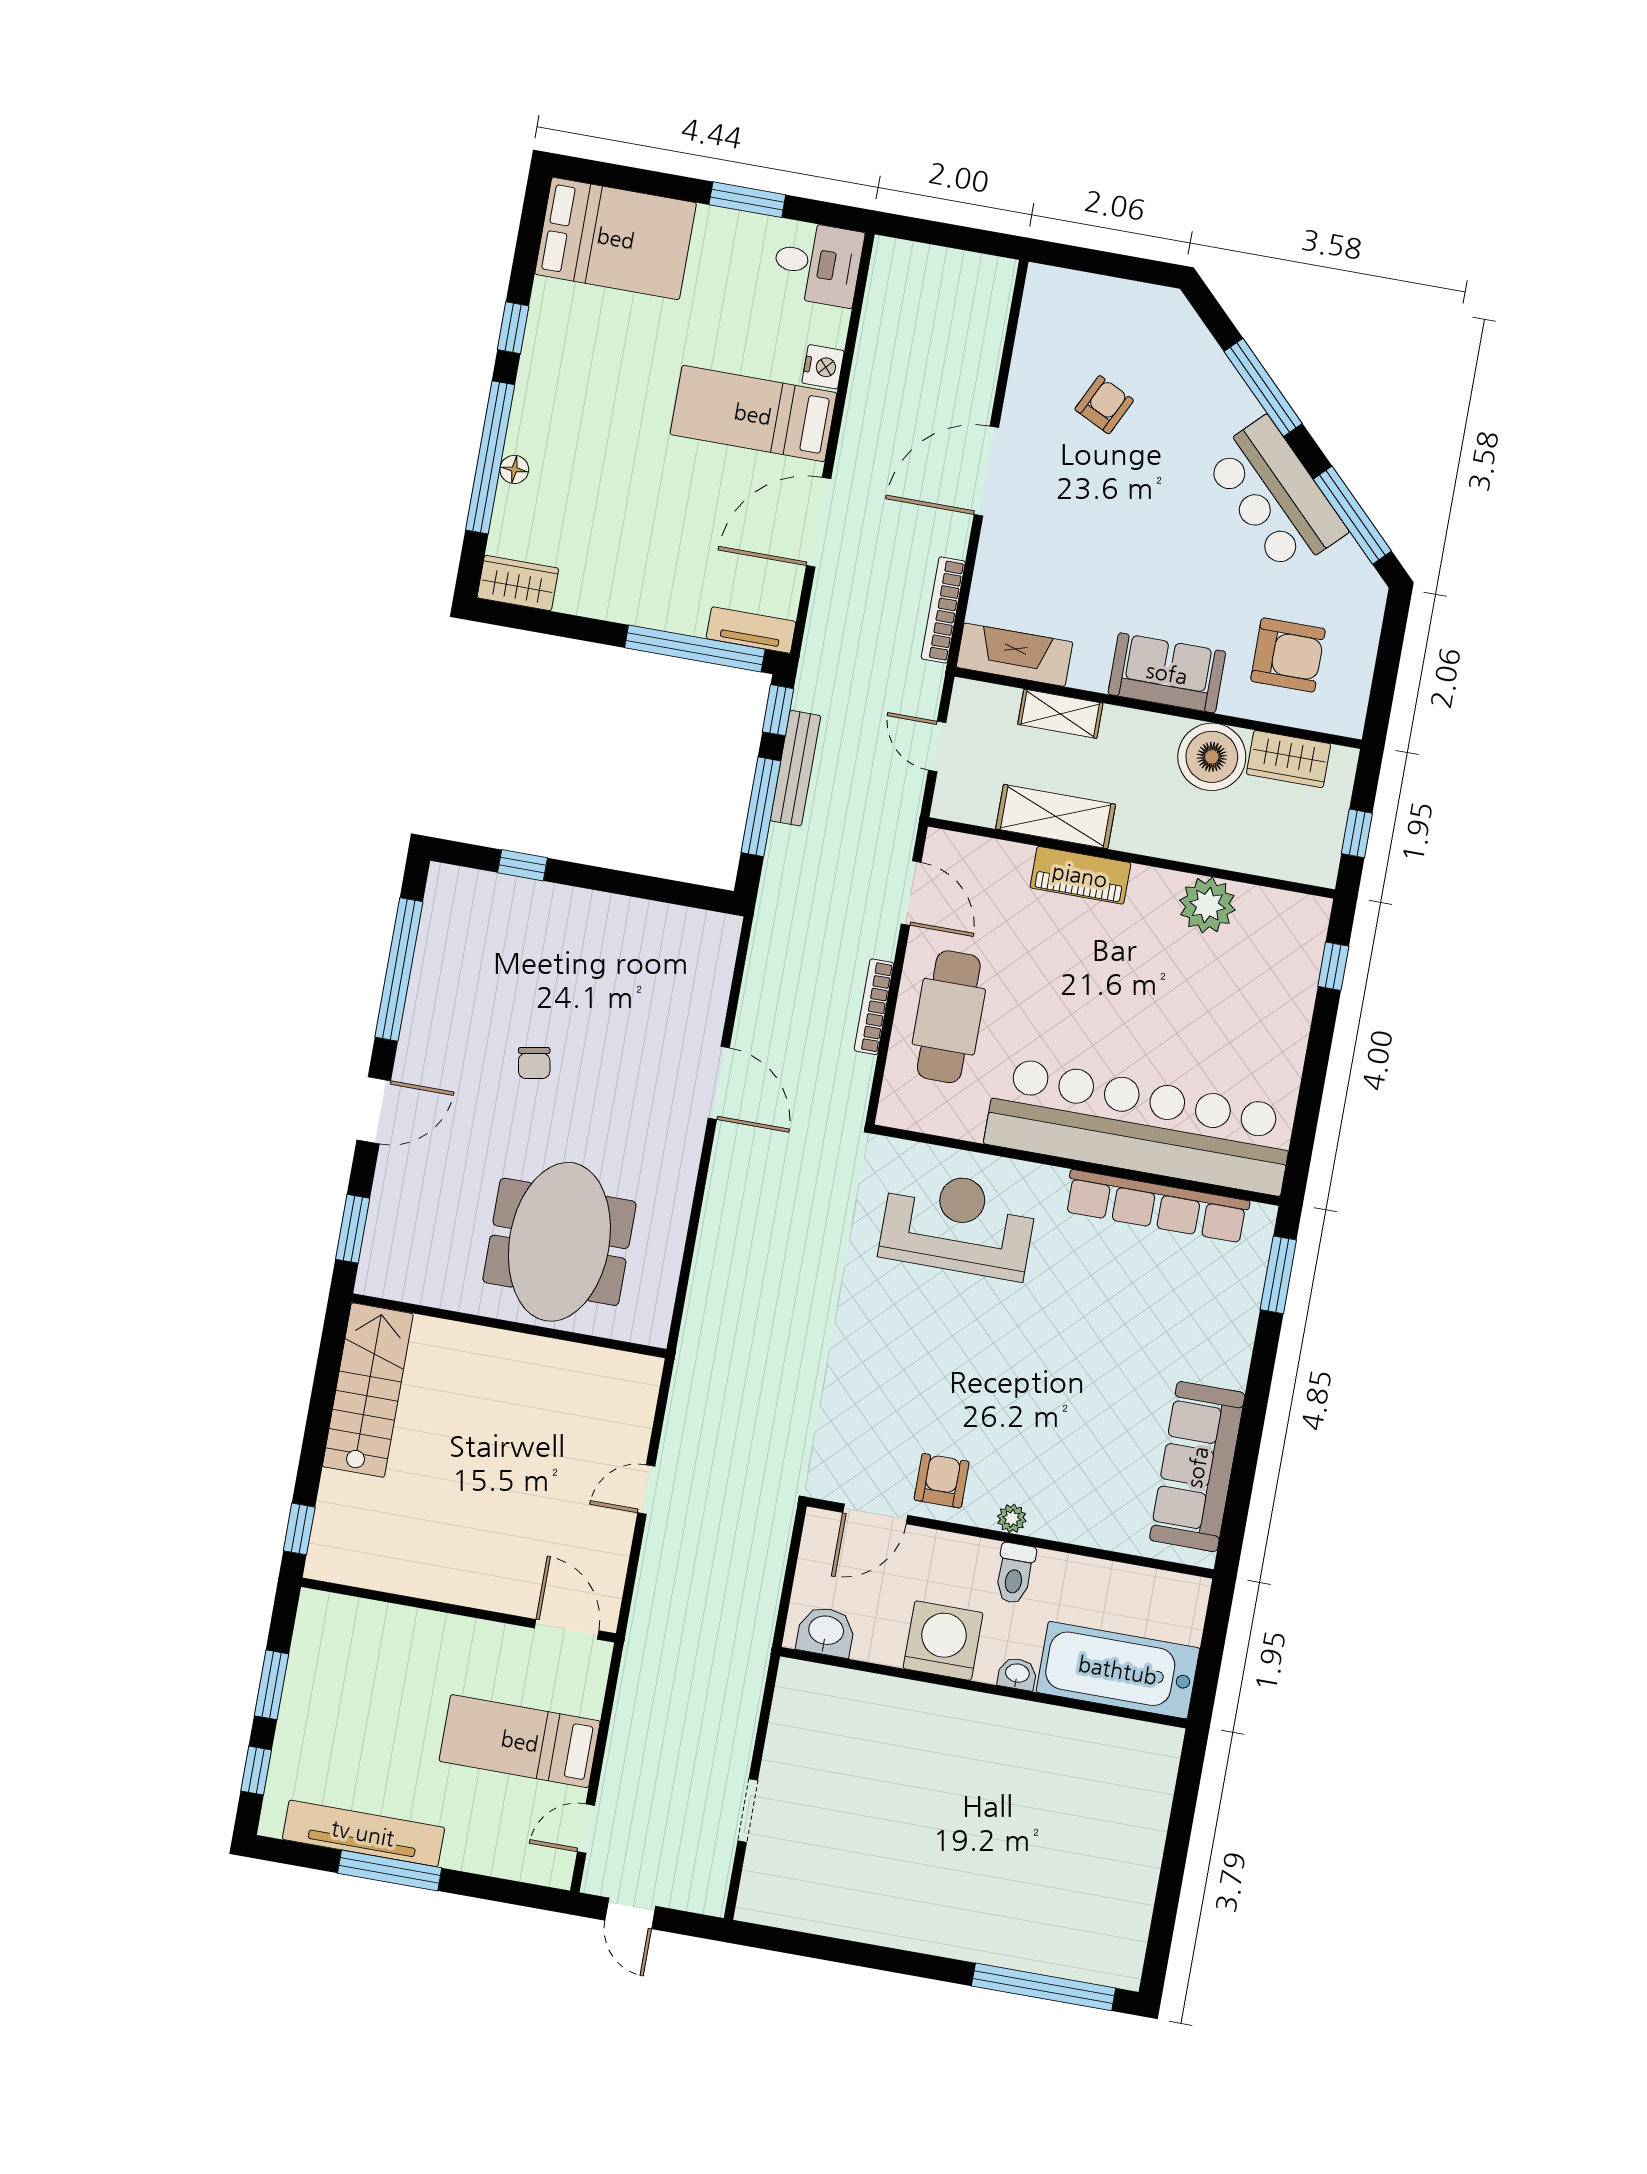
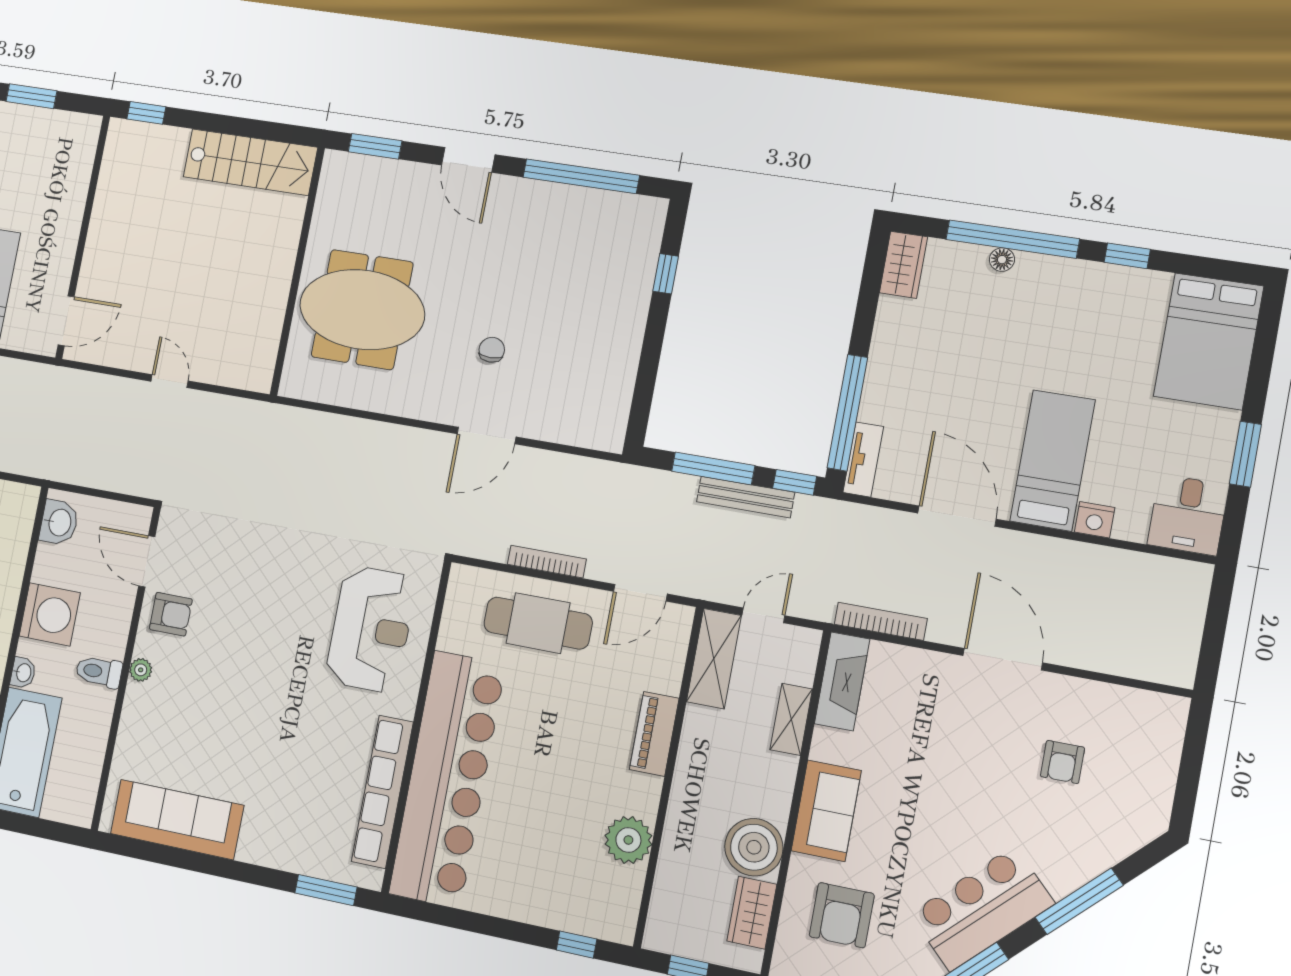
armchair: (1104, 405) -> (1063, 762), turned 64
shelving: (1056, 817) -> (714, 659), moved
chair: (534, 1063) -> (492, 350), moved, turned 100

